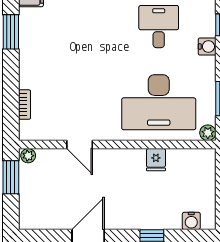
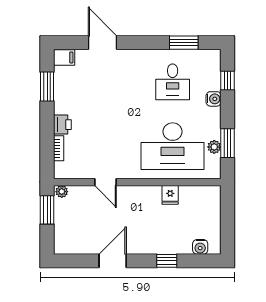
desk: (159, 27) -> (173, 82), turned 180
printer: (29, 77) -> (62, 125), added
plant: (208, 133) -> (214, 147), moved

